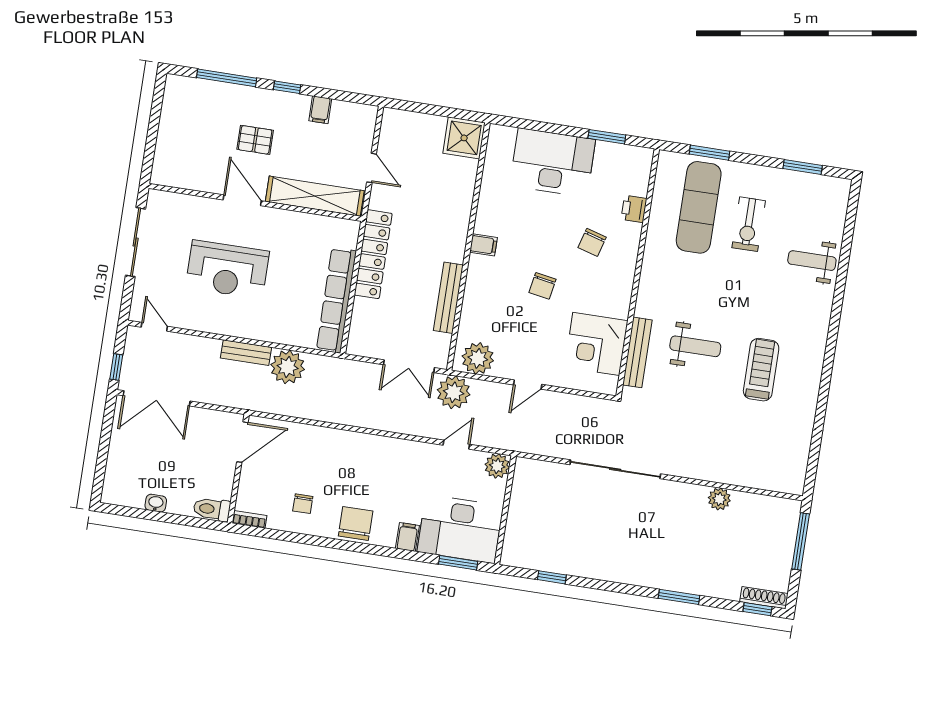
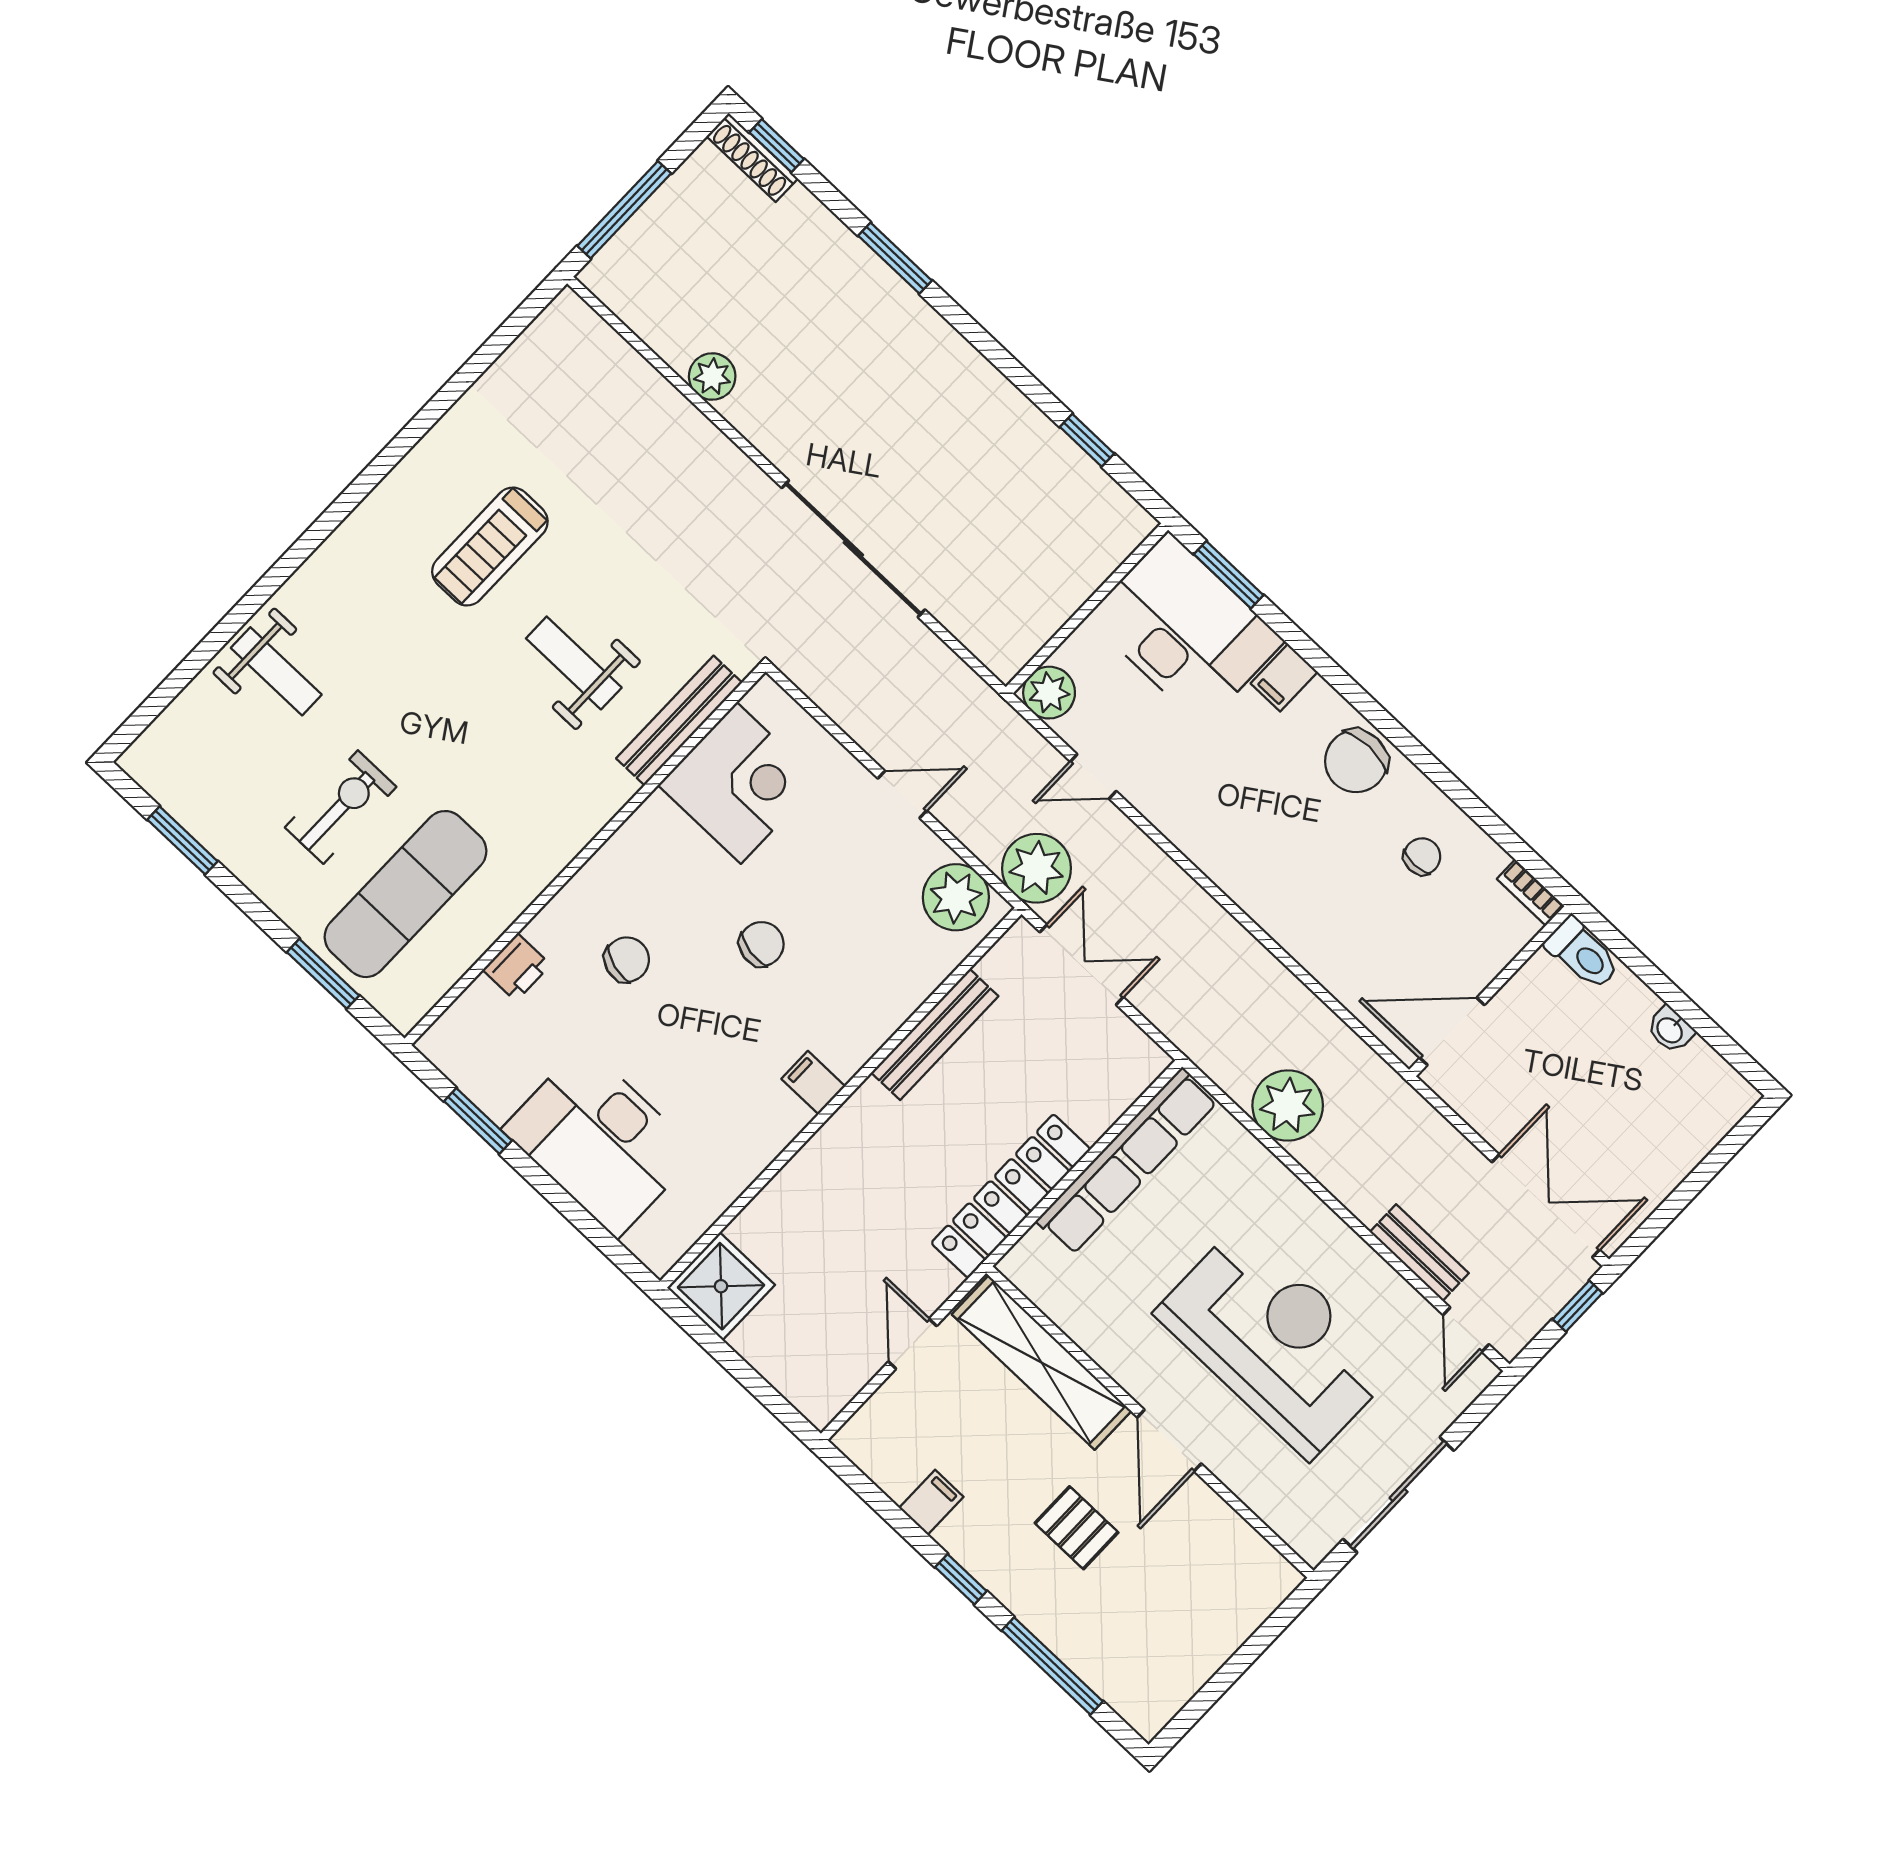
reception desk: (227, 269) -> (1275, 1341), width x1.36, depth x1.30
bench: (246, 353) -> (1419, 1253), moved

